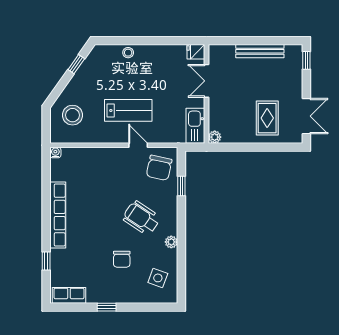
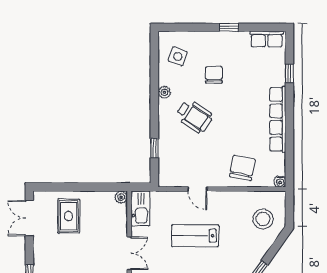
lab bench: (128, 110) -> (195, 236), moved
chair: (159, 168) -> (242, 168), moved

